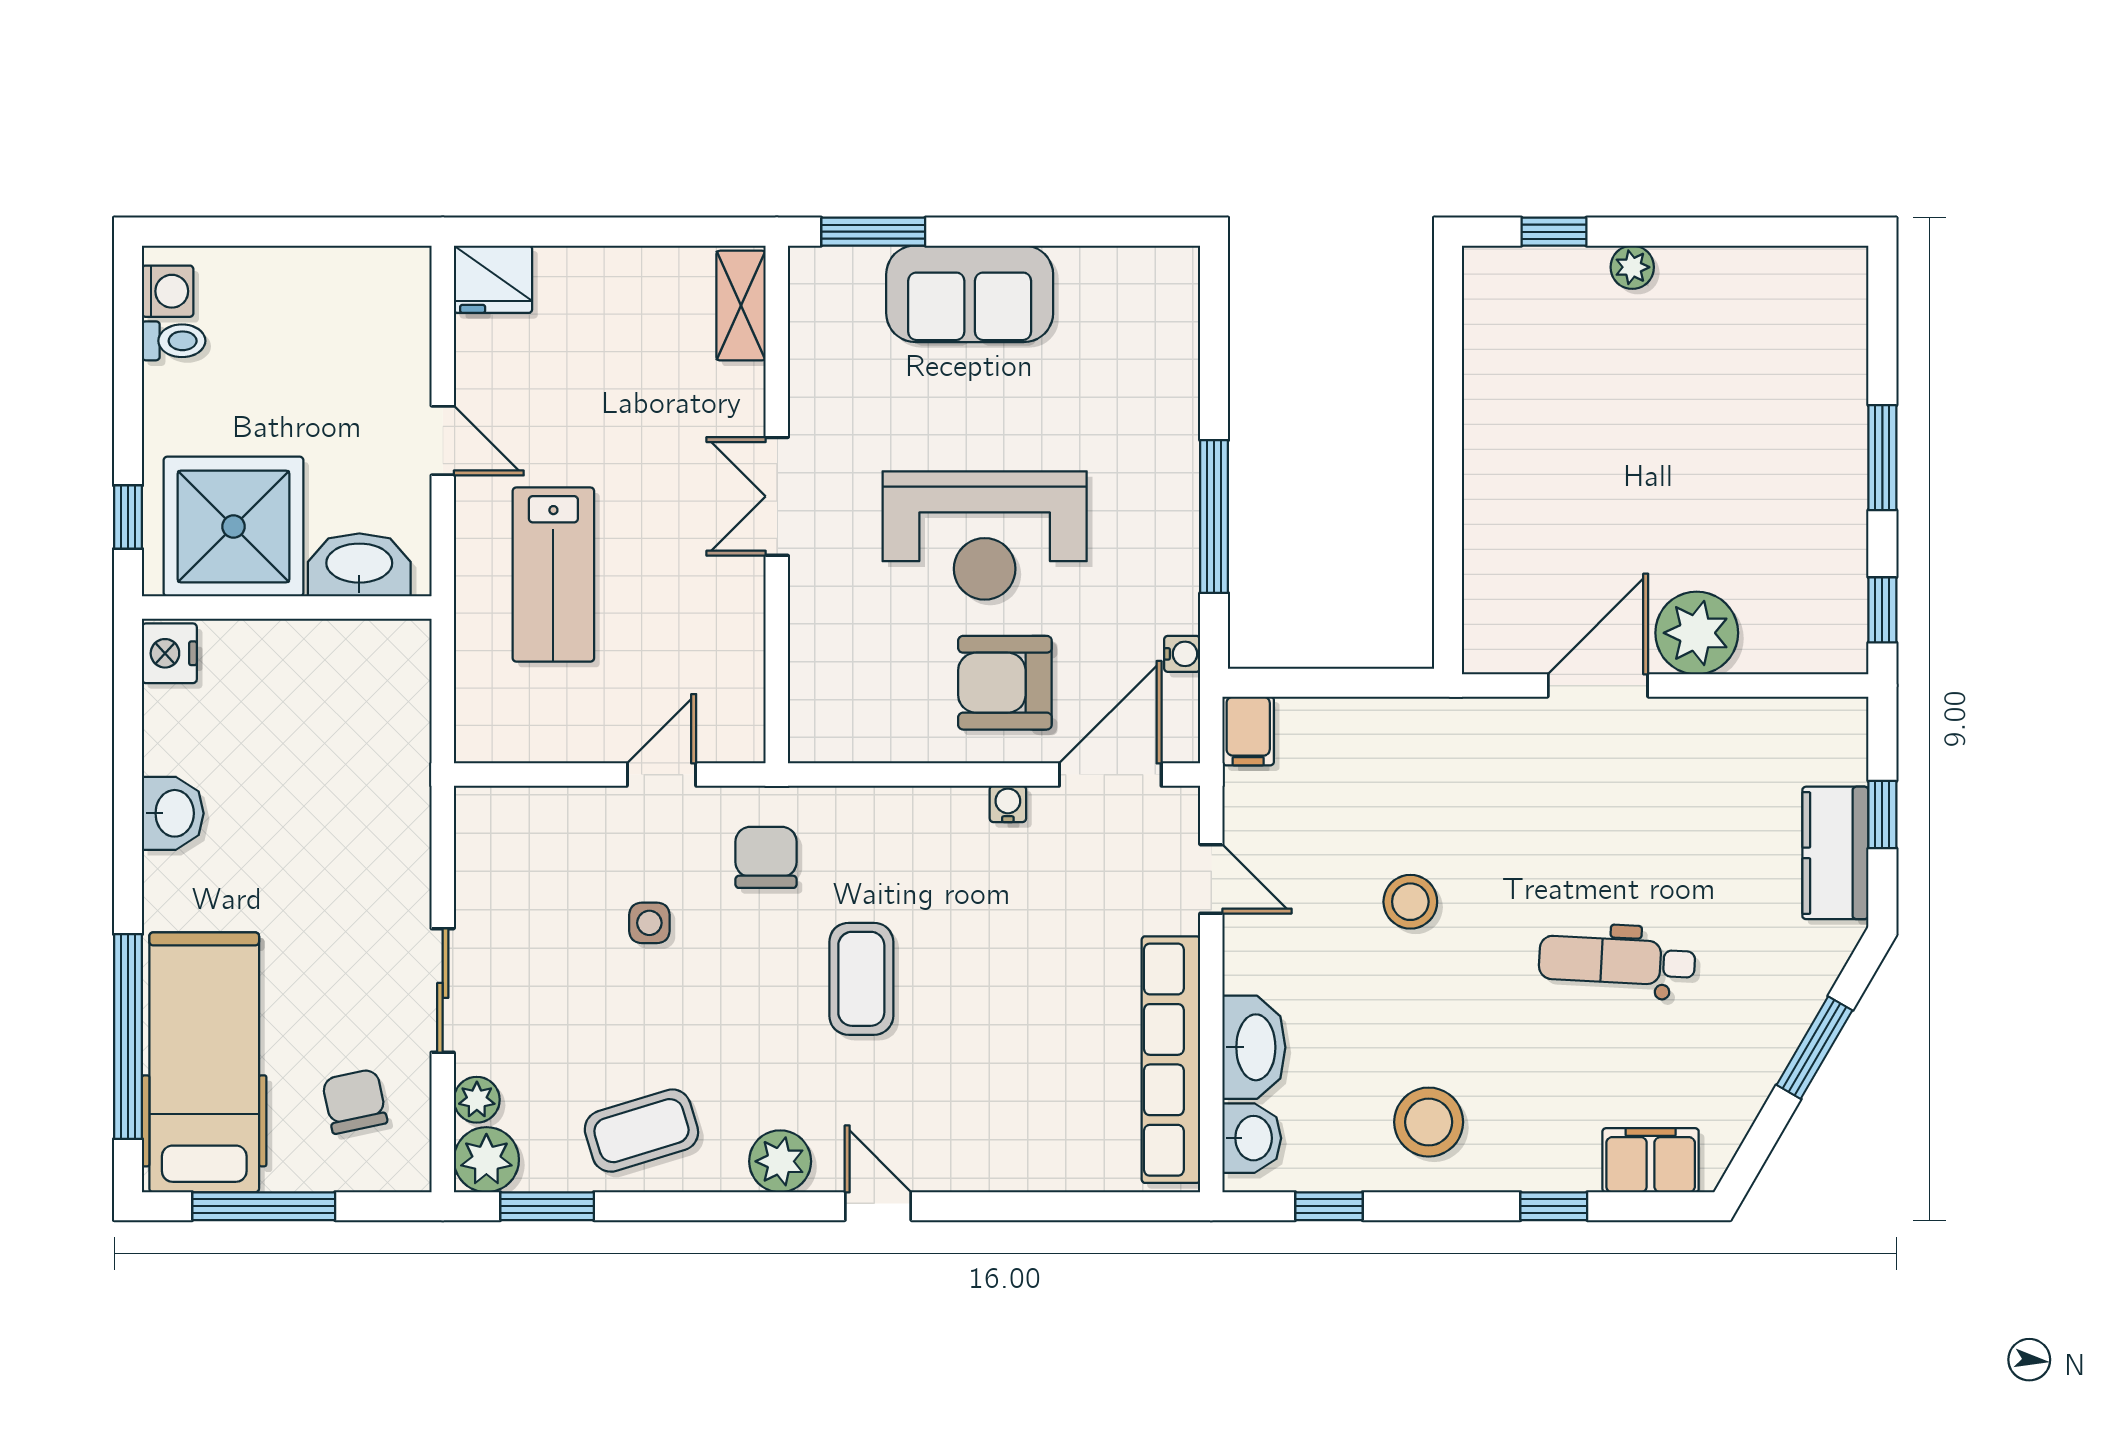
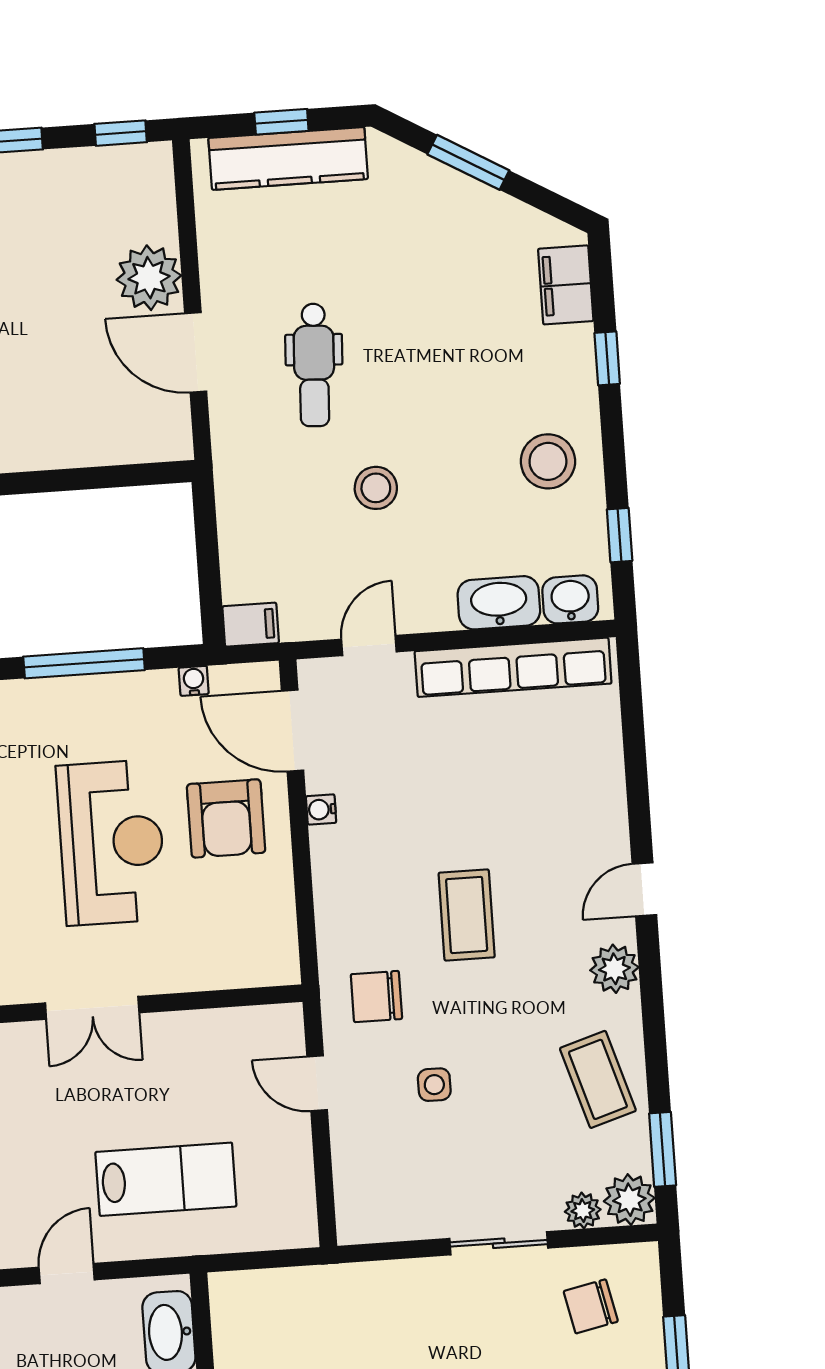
kitchen counter: (1835, 853) -> (288, 158), width x1.50
dental chair: (1617, 961) -> (314, 365), moved
coffee table: (861, 979) -> (467, 915), turned 90

